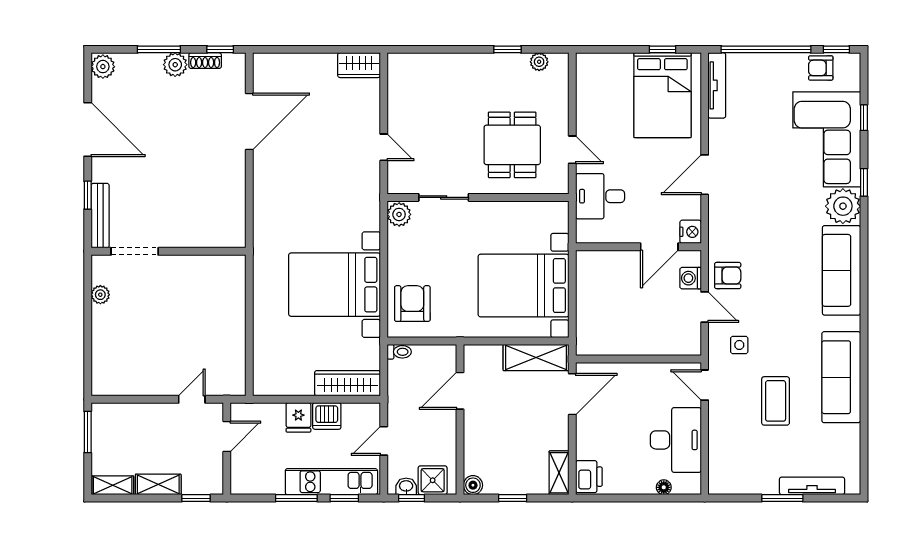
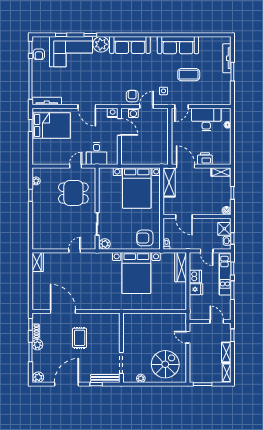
rug: (190, 158) -> (80, 338), added
spiral stairs: (132, 349) -> (165, 364), added
door: (227, 436) -> (217, 321), moved
printer: (589, 477) -> (205, 159), moved

